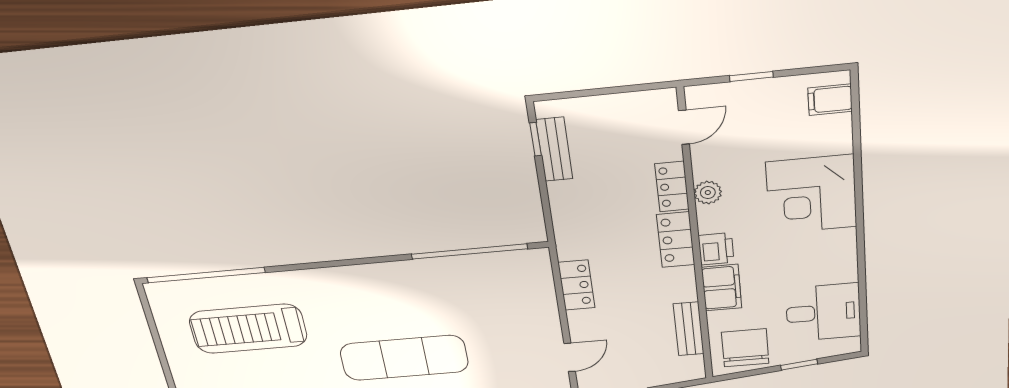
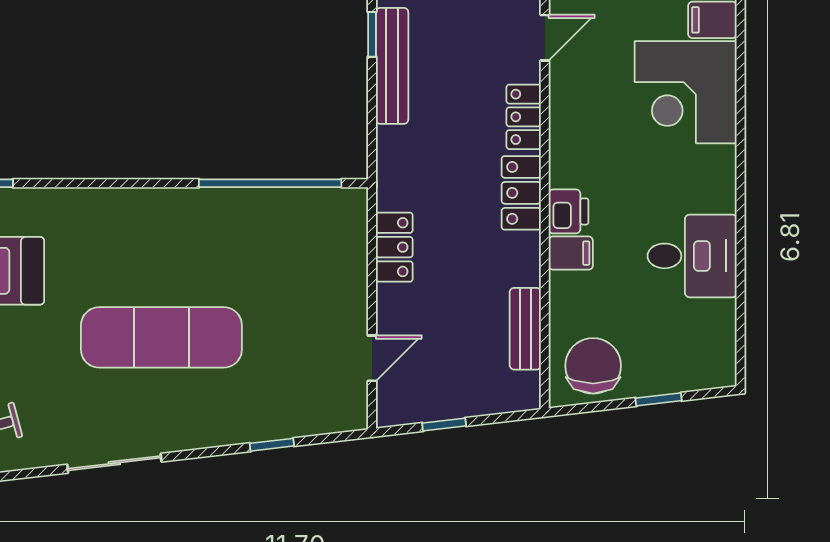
bench: (554, 149) -> (392, 66), width x1.36
plant: (708, 193) -> (565, 130), removed
corner desk: (811, 194) -> (686, 92), moved
filing cabinet: (722, 288) -> (571, 253), width x0.50
desk: (823, 312) -> (692, 256), moved

